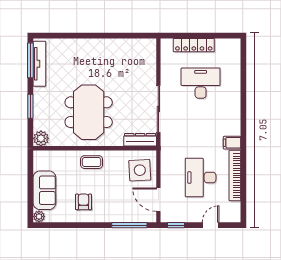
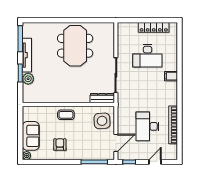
locker: (194, 45) -> (154, 27), moved
tv unit: (39, 64) -> (27, 55), moved
desk: (201, 83) -> (147, 56), turned 180
meeting table: (89, 112) -> (75, 46), moved
plant: (41, 138) -> (28, 79), moved
filing cabinet: (232, 143) -> (171, 76), moved
door: (158, 200) -> (116, 143), swing flipped

